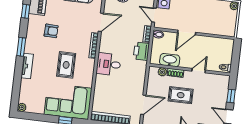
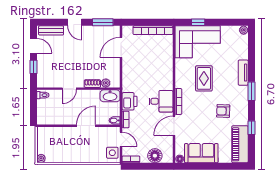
washbasin: (170, 60) -> (110, 96), moved
desk: (109, 64) -> (161, 101), moved
rug: (181, 95) -> (84, 62), removed

